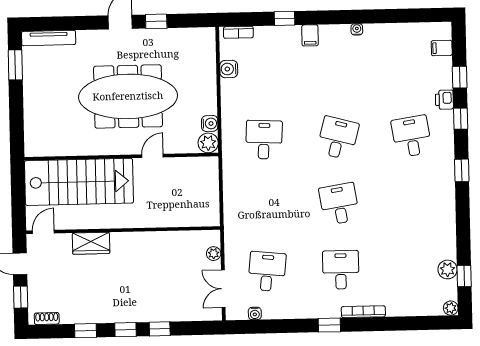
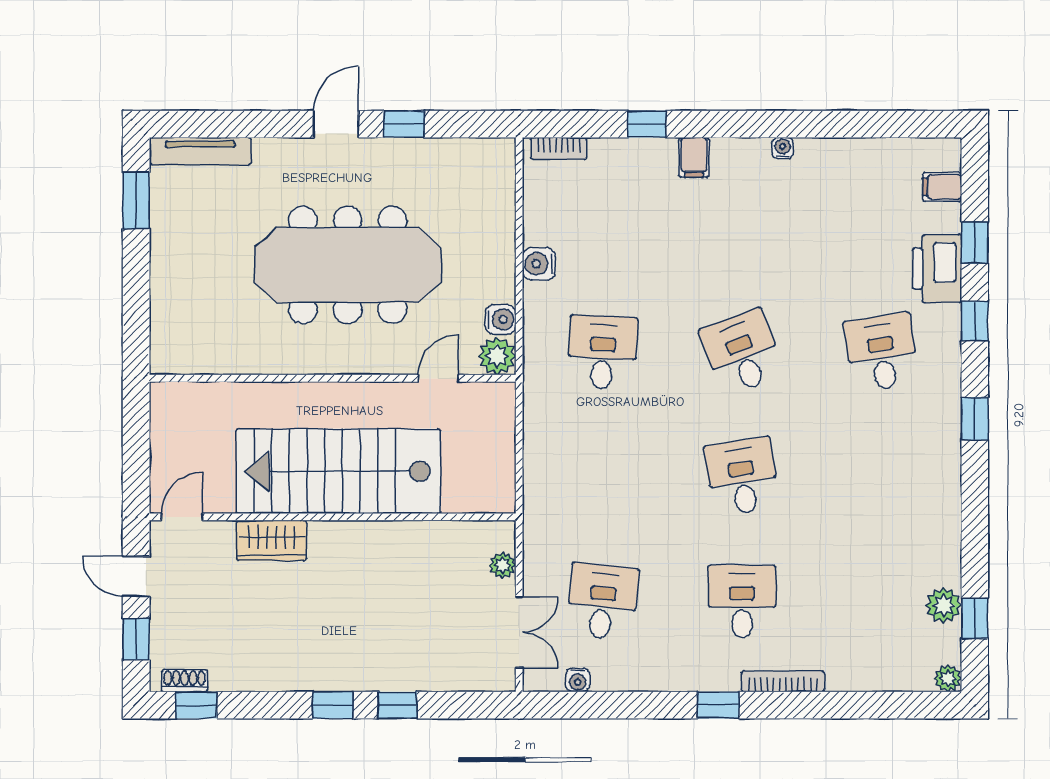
water cooler: (229, 69) -> (539, 264), moved
printer: (444, 100) -> (937, 269), width x1.87, depth x1.48
desk: (338, 138) -> (742, 352), turned -36
door: (152, 156) -> (438, 378), moved
stairs: (79, 182) -> (338, 471), moved, turned 180
double door: (223, 289) -> (519, 632), swing flipped
window: (85, 331) -> (196, 705), moved

